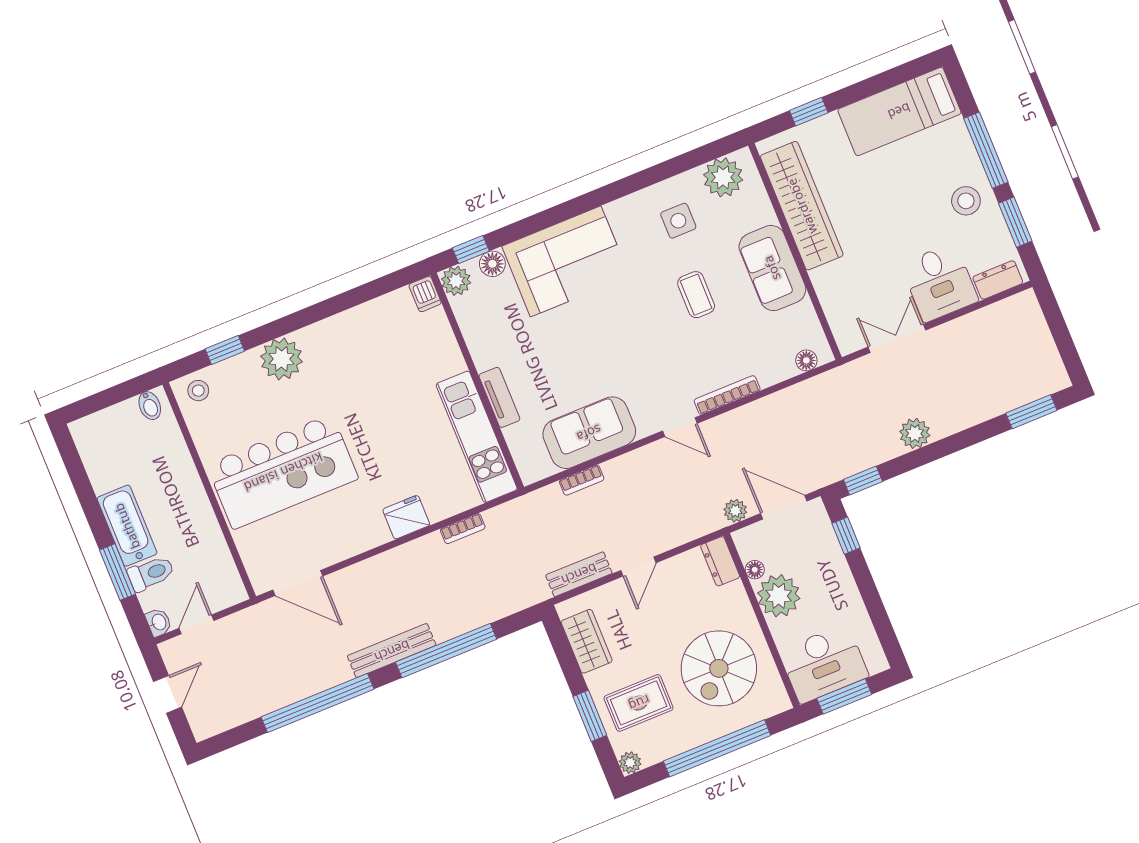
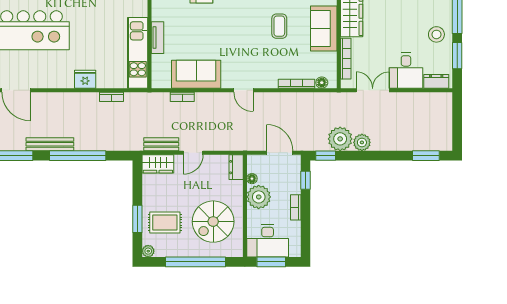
bookcase: (830, 304) -> (346, 59), added
bookcase: (727, 395) -> (297, 84), moved
plant: (735, 511) -> (340, 139), moved, width x1.87, depth x1.87
bookcase: (848, 588) -> (296, 207), added
wardrobe: (587, 641) -> (158, 164), moved, turned 90

